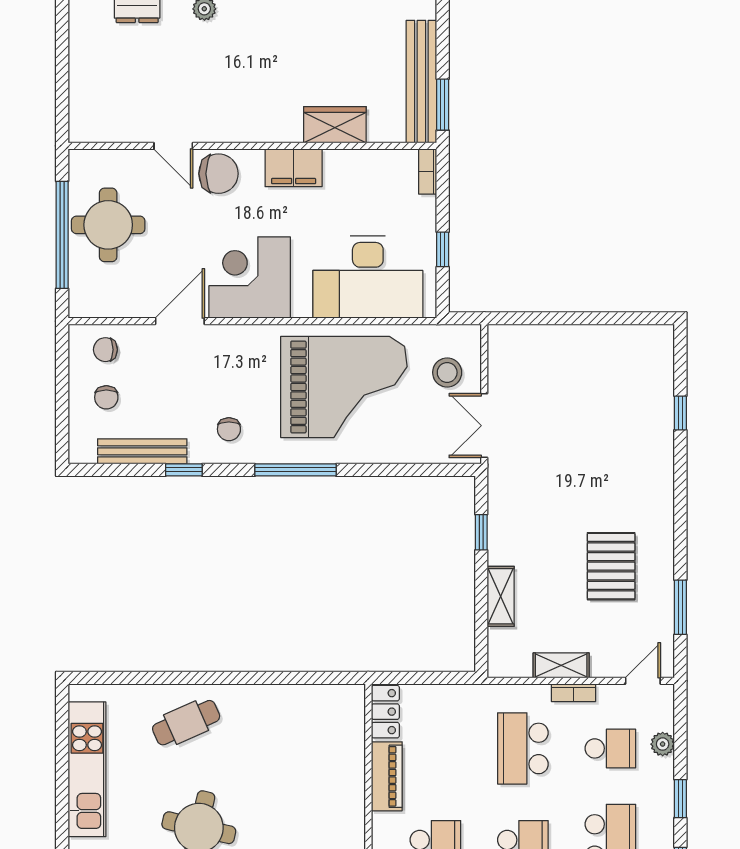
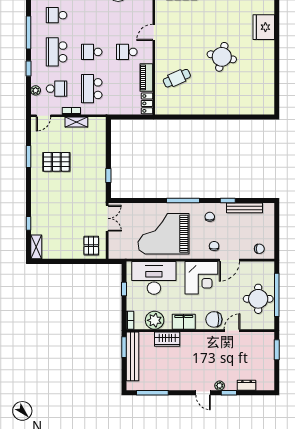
window: (62, 98) -> (277, 350), added
door: (173, 146) -> (232, 331), hinge flipped
plant: (366, 172) -> (155, 320), added
pallet: (524, 357) -> (91, 246), added
stool: (447, 372) -> (122, 240), removed
chair: (106, 397) -> (214, 246), moved
pallet: (611, 566) -> (56, 162), turned 90
shelving: (501, 596) -> (36, 247), moved
window: (680, 607) -> (28, 157), moved
cafe table: (186, 723) -> (177, 78), moved
school desk: (523, 748) -> (92, 89), turned 180
school desk: (610, 748) -> (57, 89), turned 180
kitchen unit: (87, 769) -> (267, 80), removed

